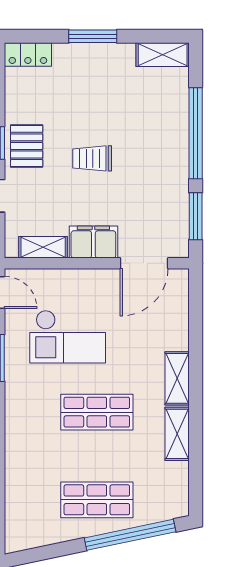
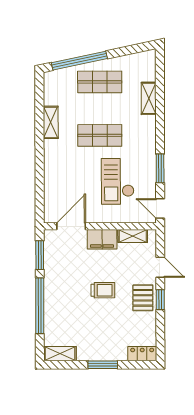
checkout: (68, 337) -> (118, 181), turned -90
shelving: (177, 378) -> (149, 98), moved

